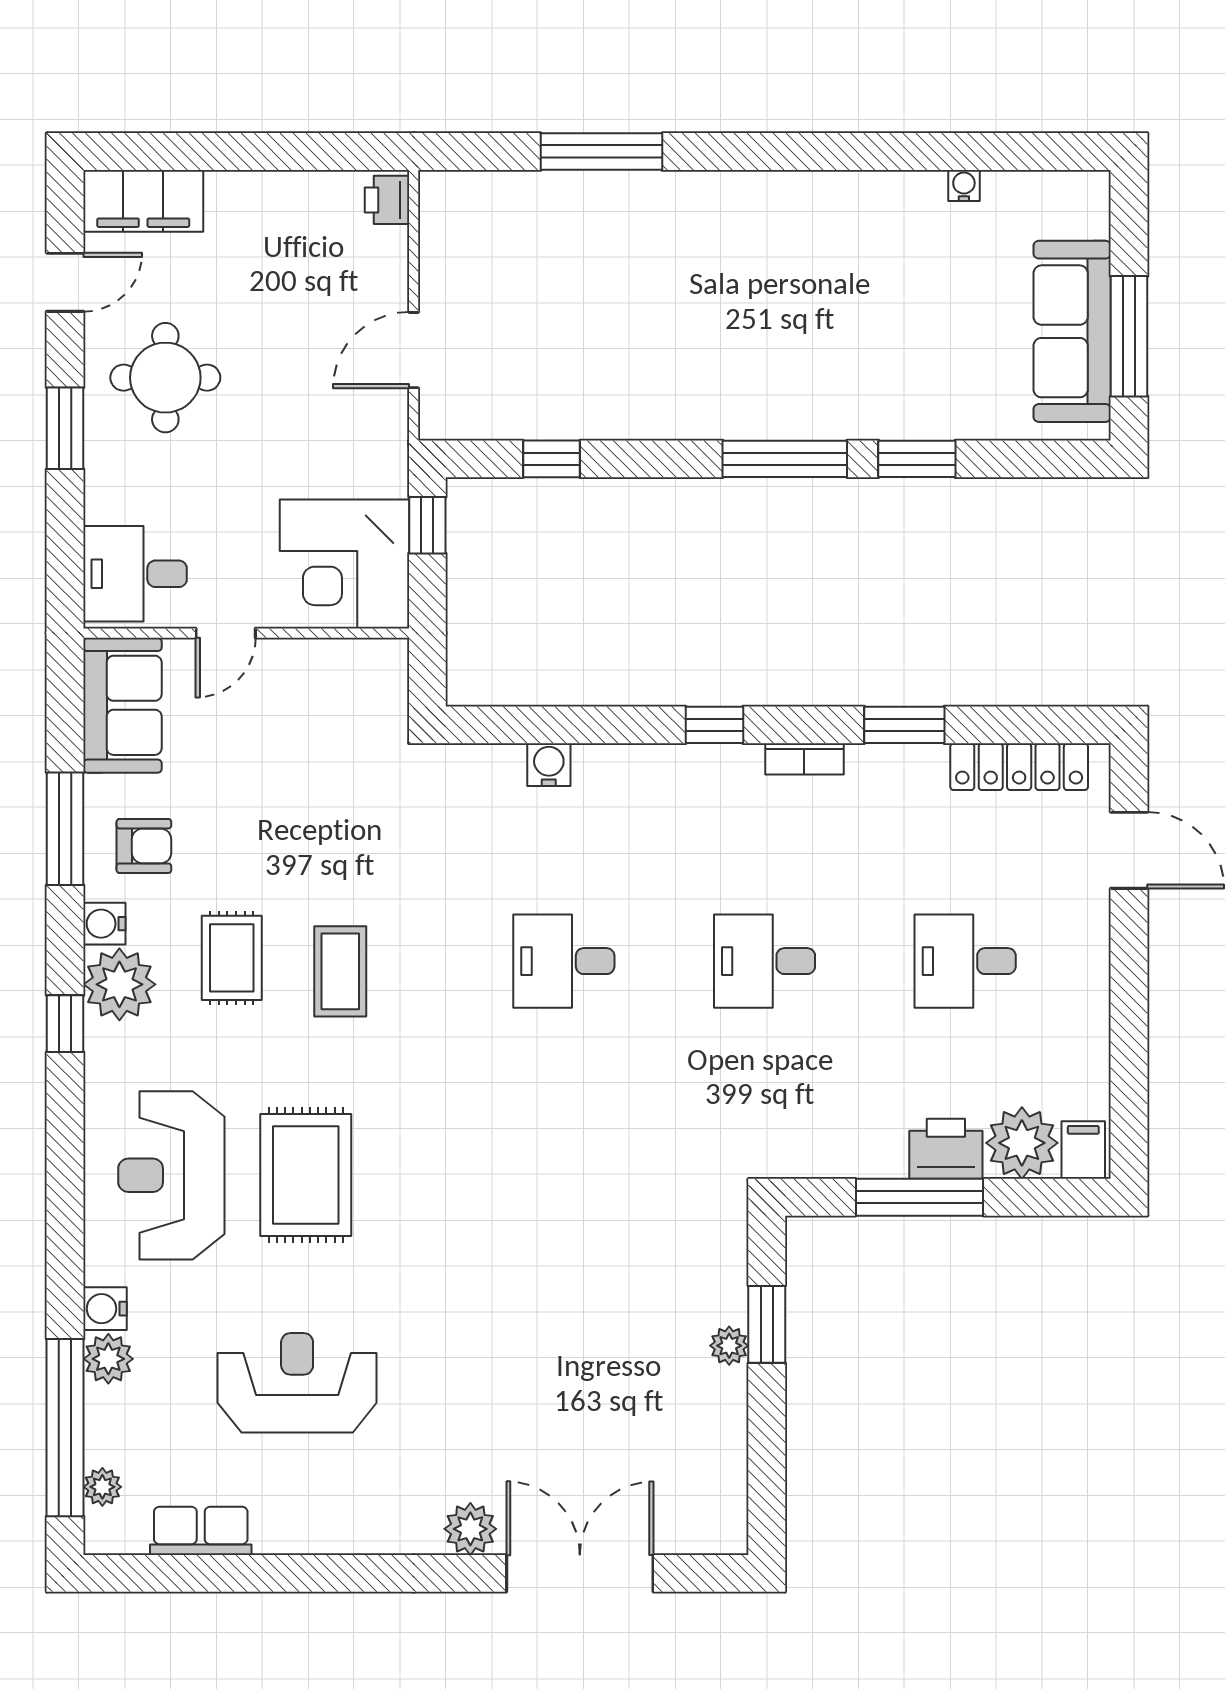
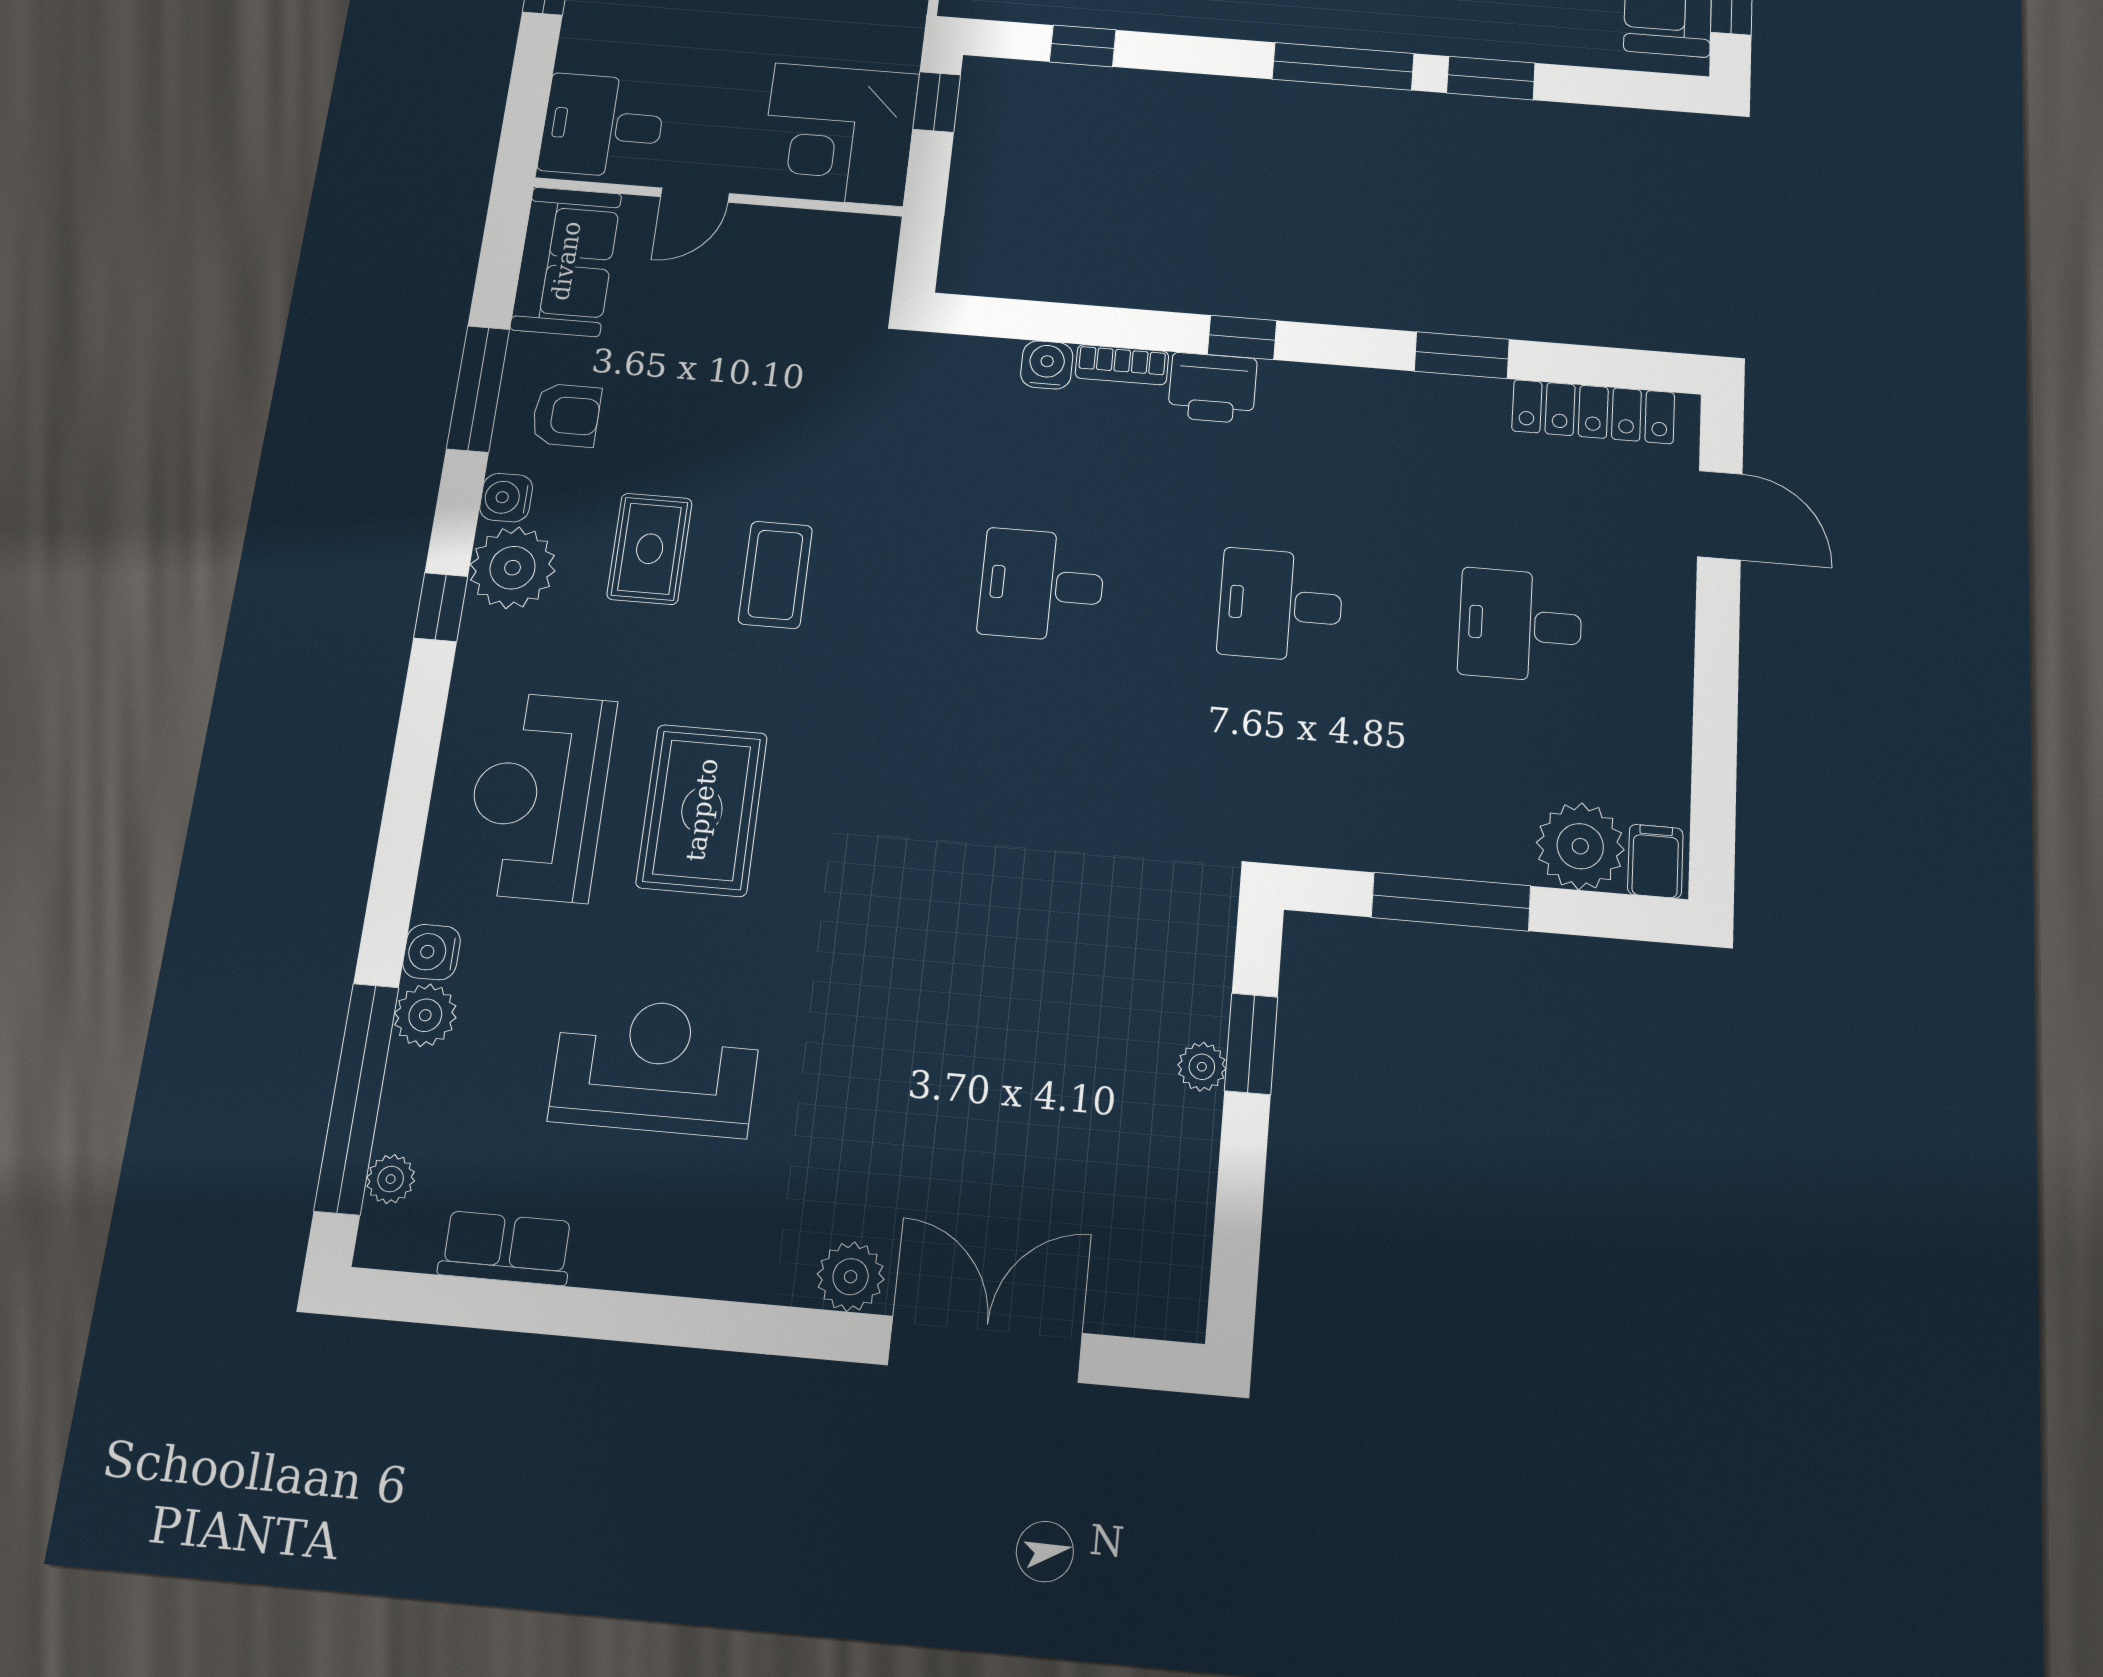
bookcase: (804, 759) -> (1122, 365), moved
printer: (946, 1149) -> (1212, 388), moved, turned 180

